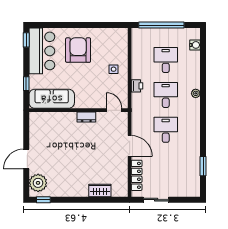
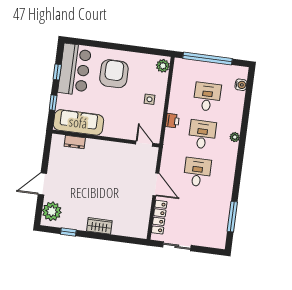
plant: (122, 37) -> (163, 66), added
window: (26, 40) -> (57, 72), moved
dresser: (86, 117) -> (75, 142), moved
window: (203, 166) -> (232, 217), width x1.44
wardrobe: (100, 190) -> (99, 226), moved
window: (43, 200) -> (68, 232), moved

